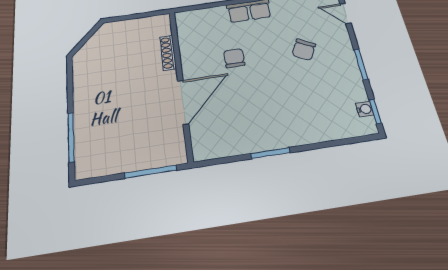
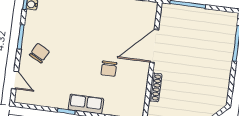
chair: (304, 50) -> (39, 53), moved

